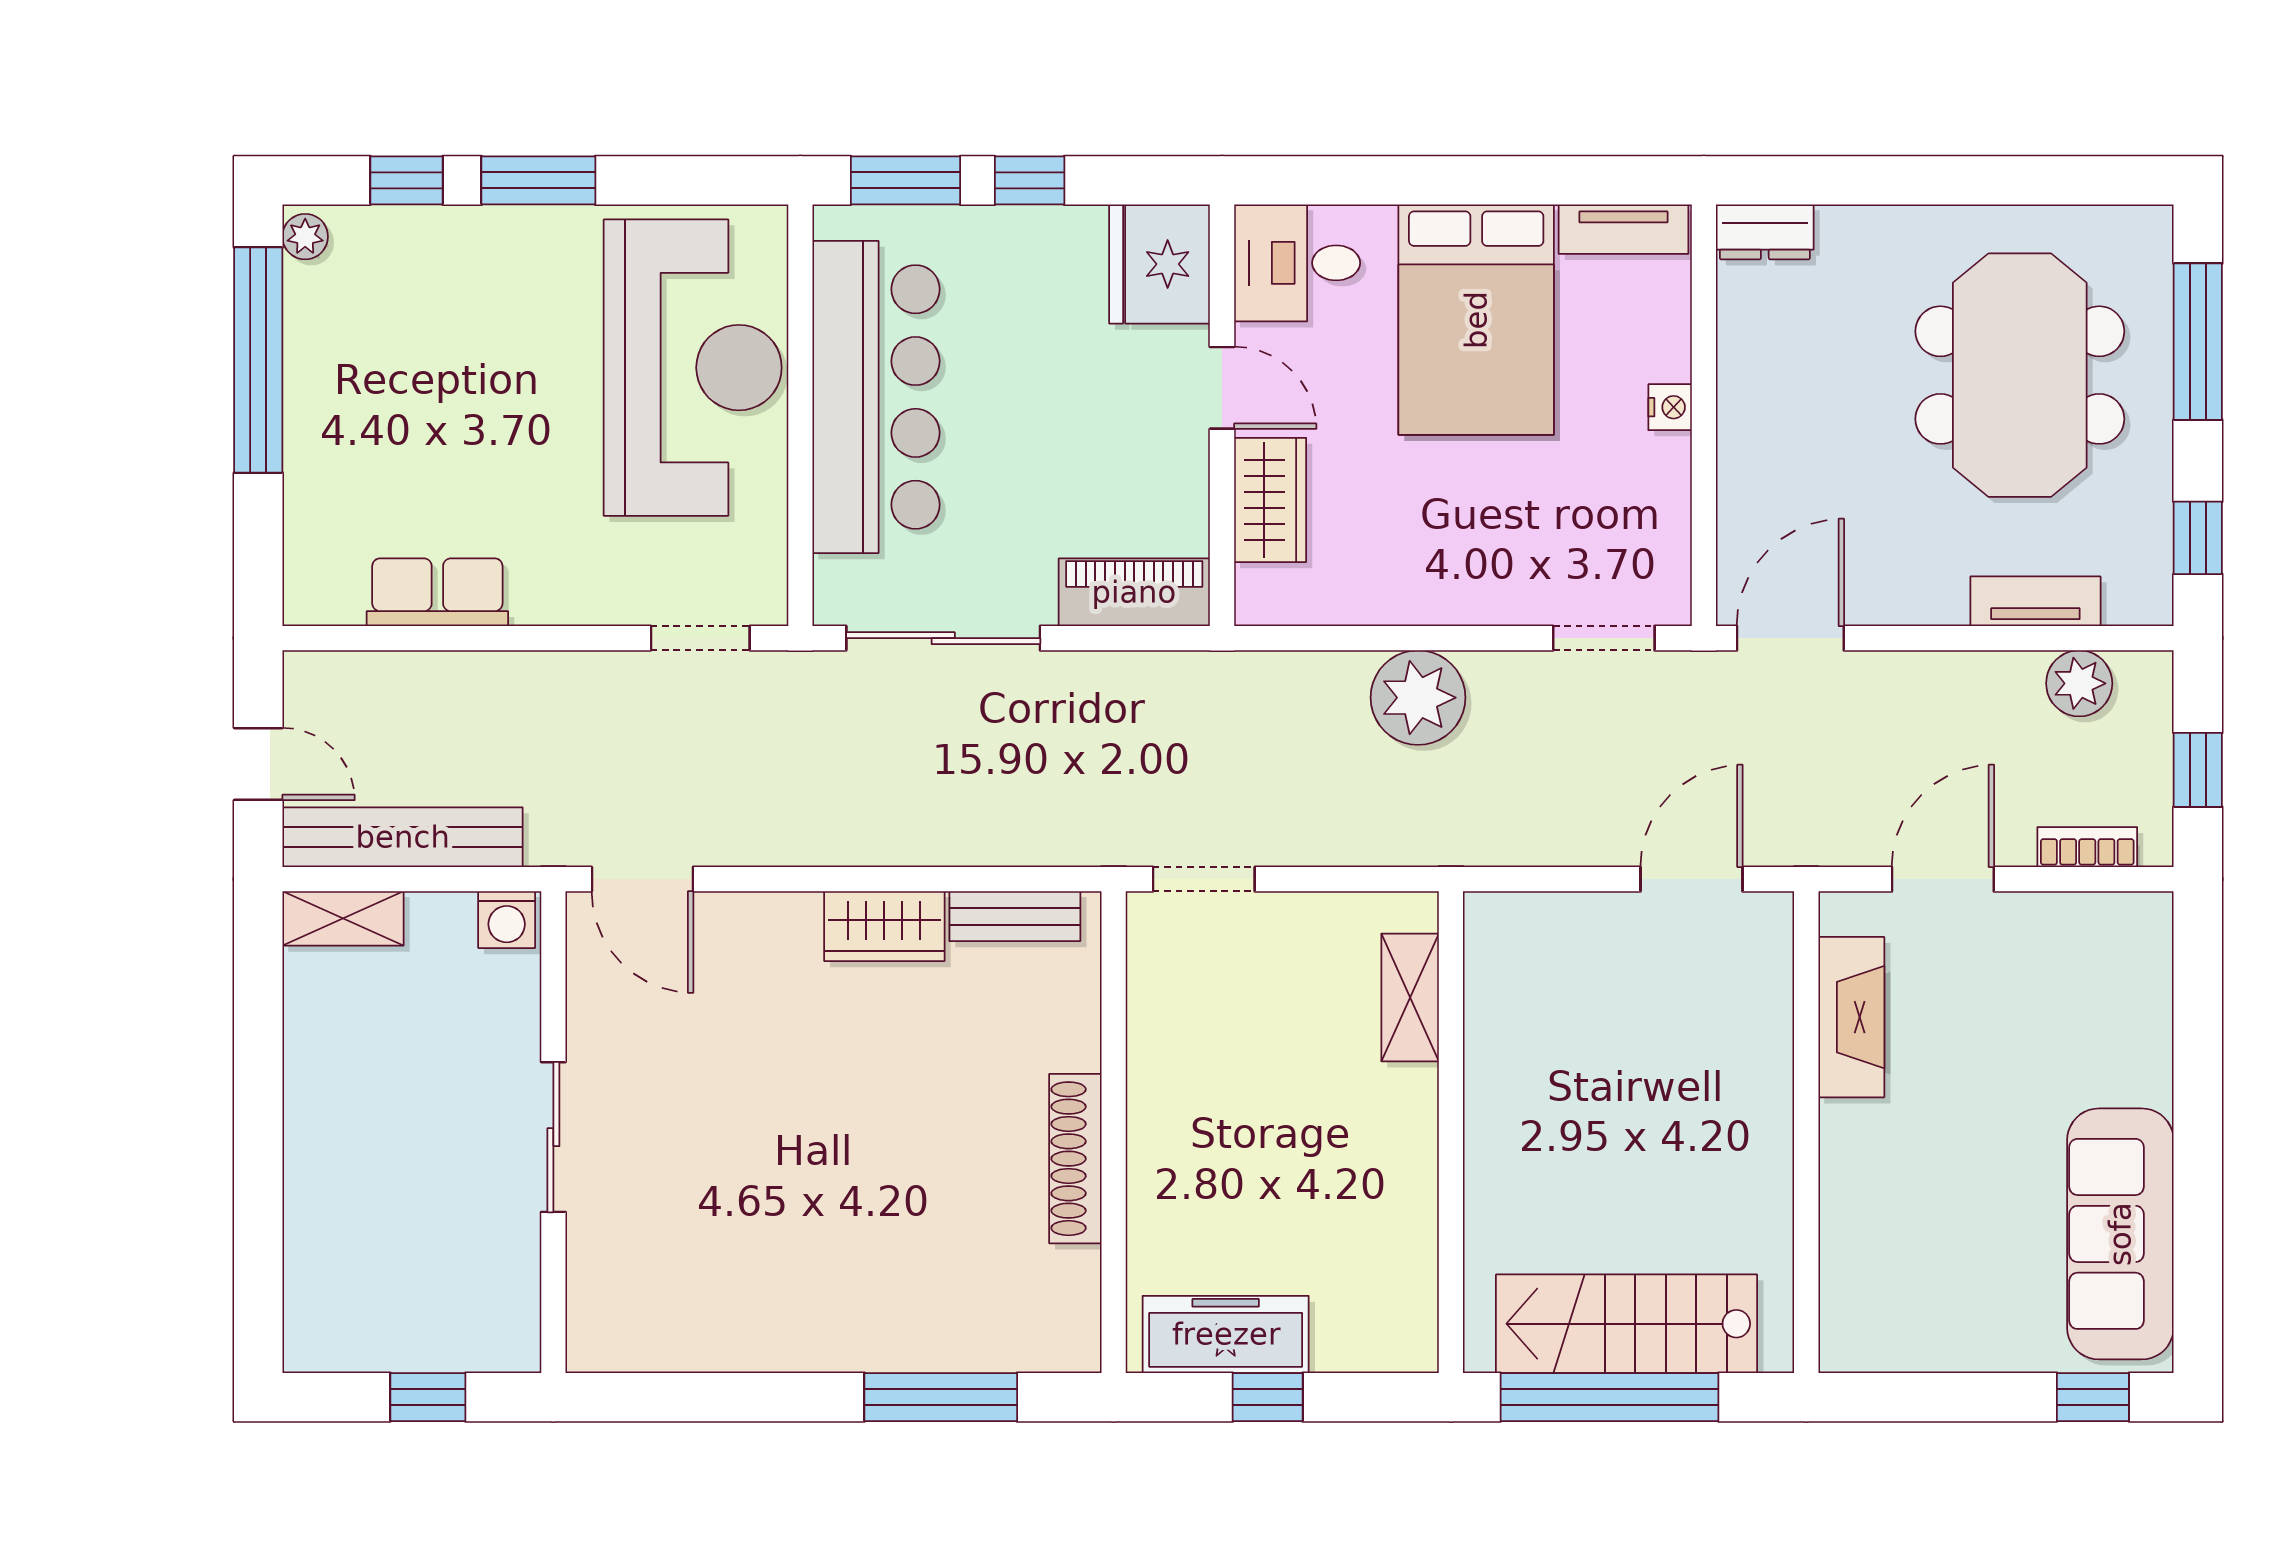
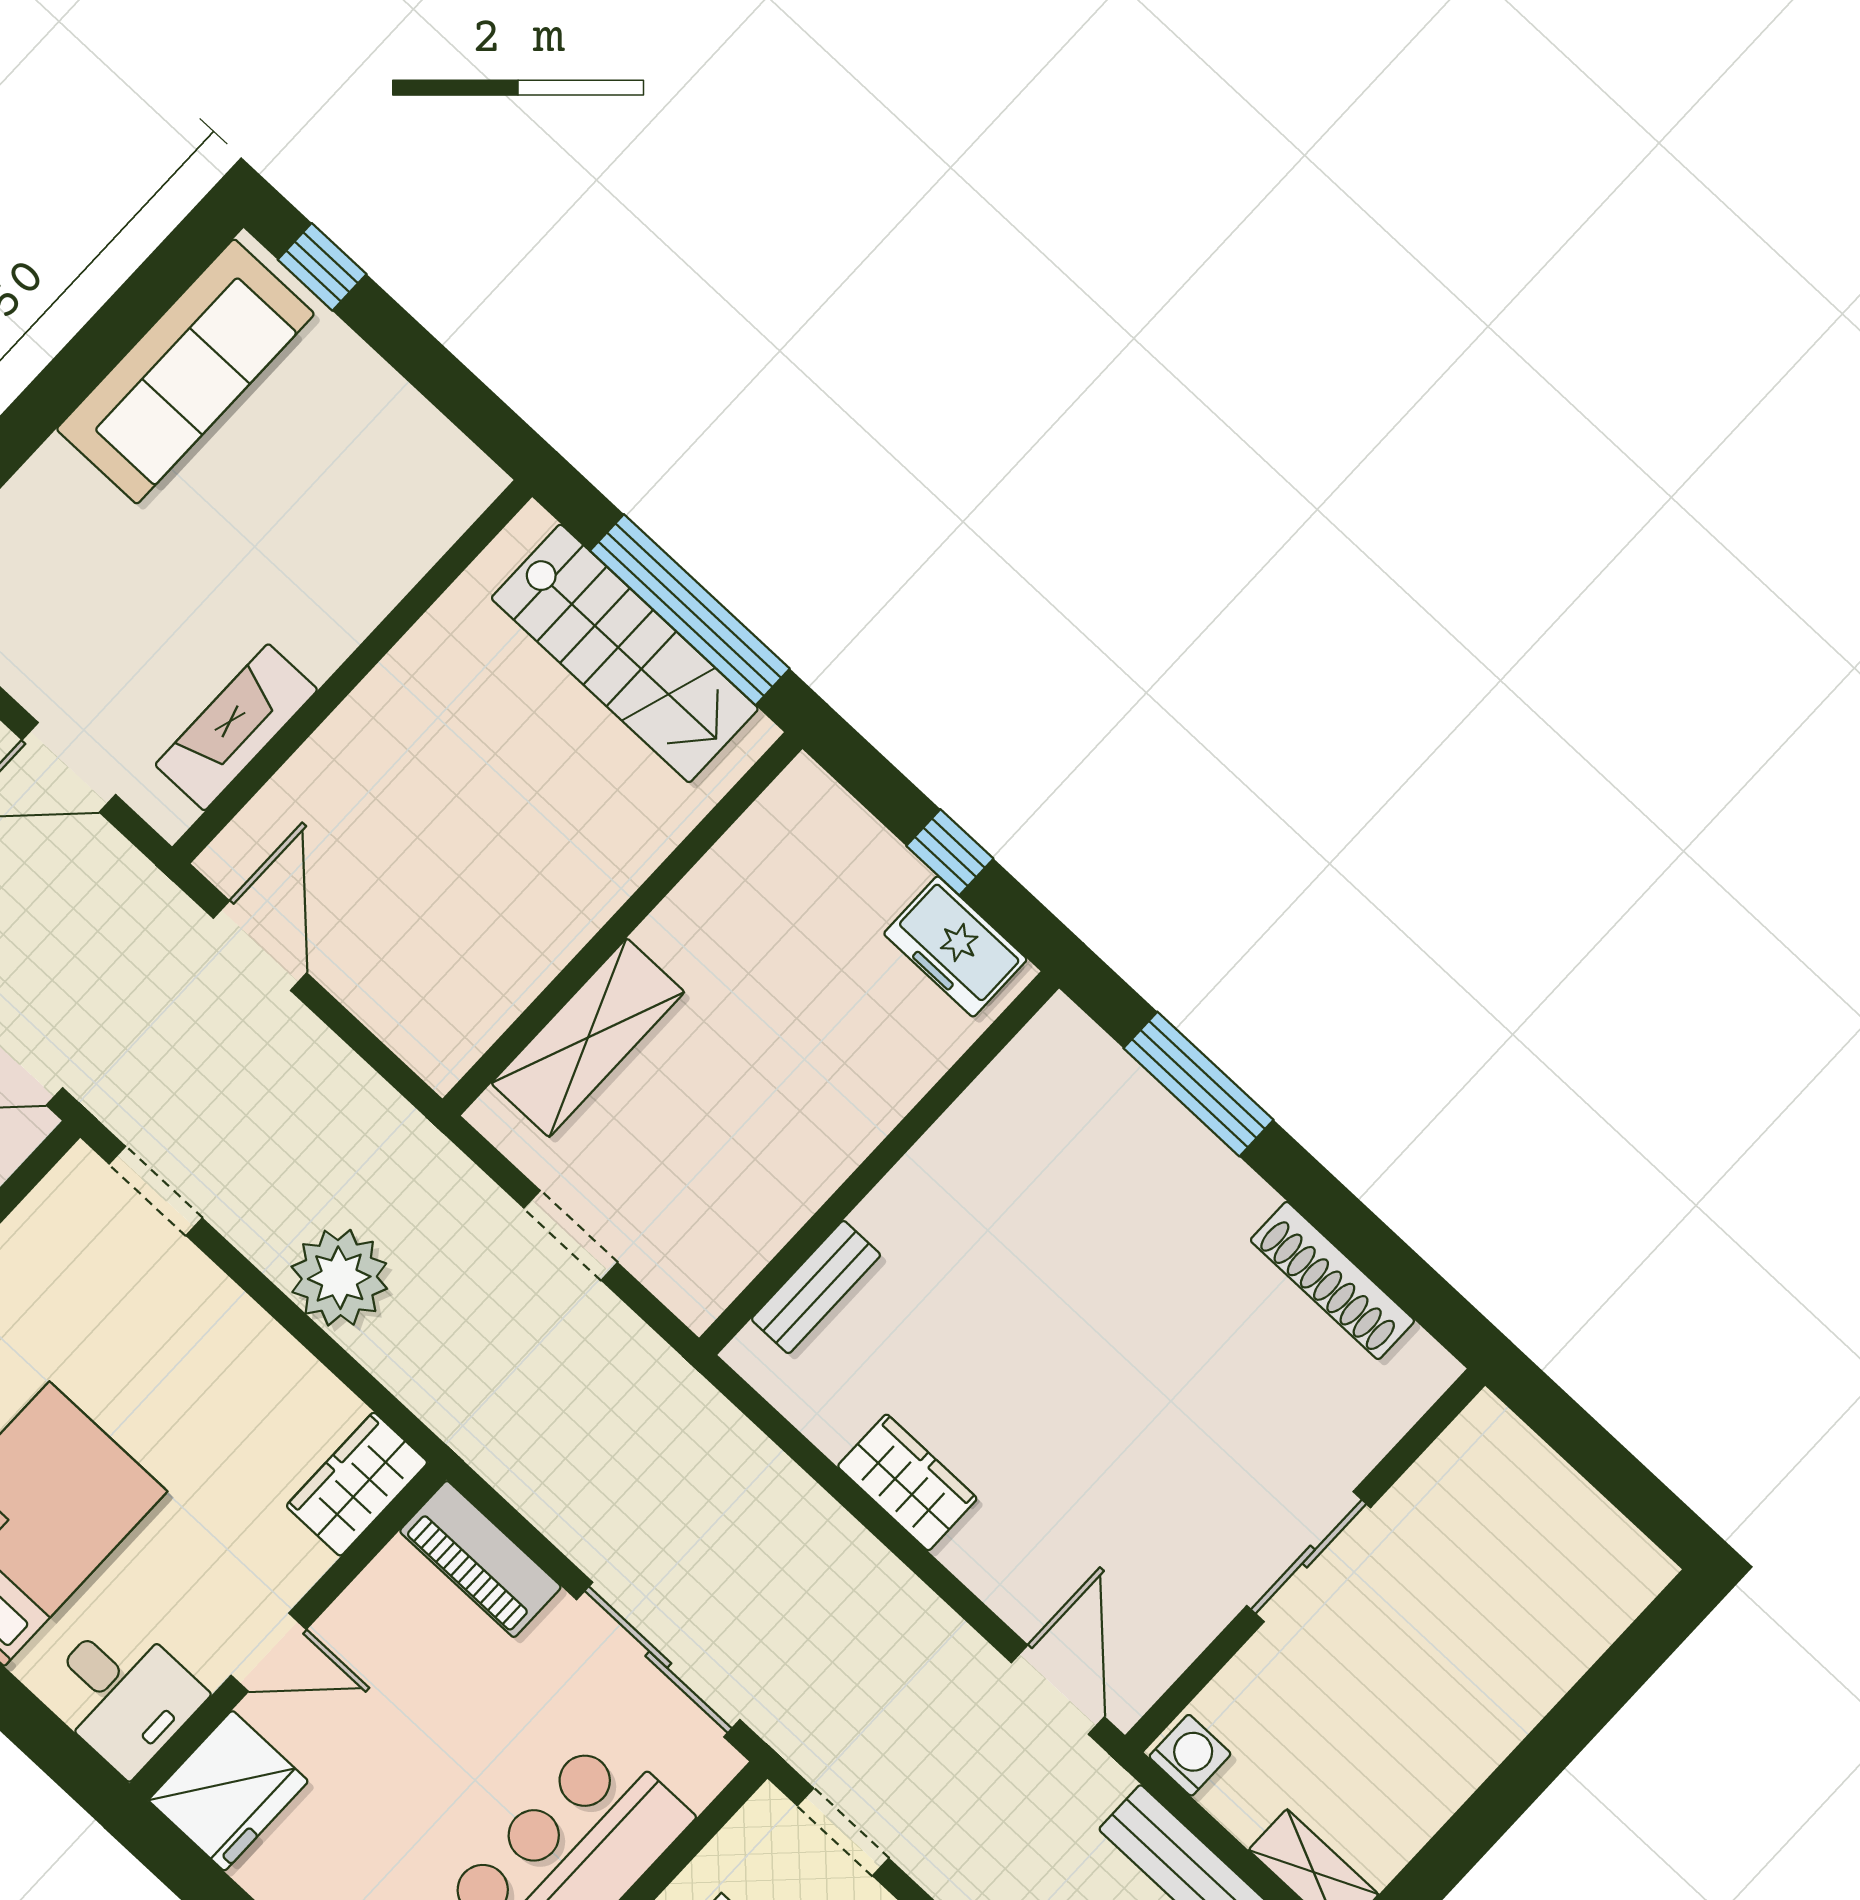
door: (1222, 388) -> (269, 1652), swing flipped
wardrobe: (1270, 500) -> (357, 1484), moved
doorway: (1204, 879) -> (571, 1235), moved
door: (1691, 879) -> (260, 946), swing flipped
bench: (1015, 916) -> (816, 1287), moved, turned 90
shelving: (1410, 997) -> (588, 1038), width x1.50, depth x1.33
shoe rack: (1075, 1159) -> (1332, 1281), moved, turned 90
freezer: (1226, 1334) -> (955, 947), width x0.71
window: (428, 1397) -> (1589, 1448), removed

